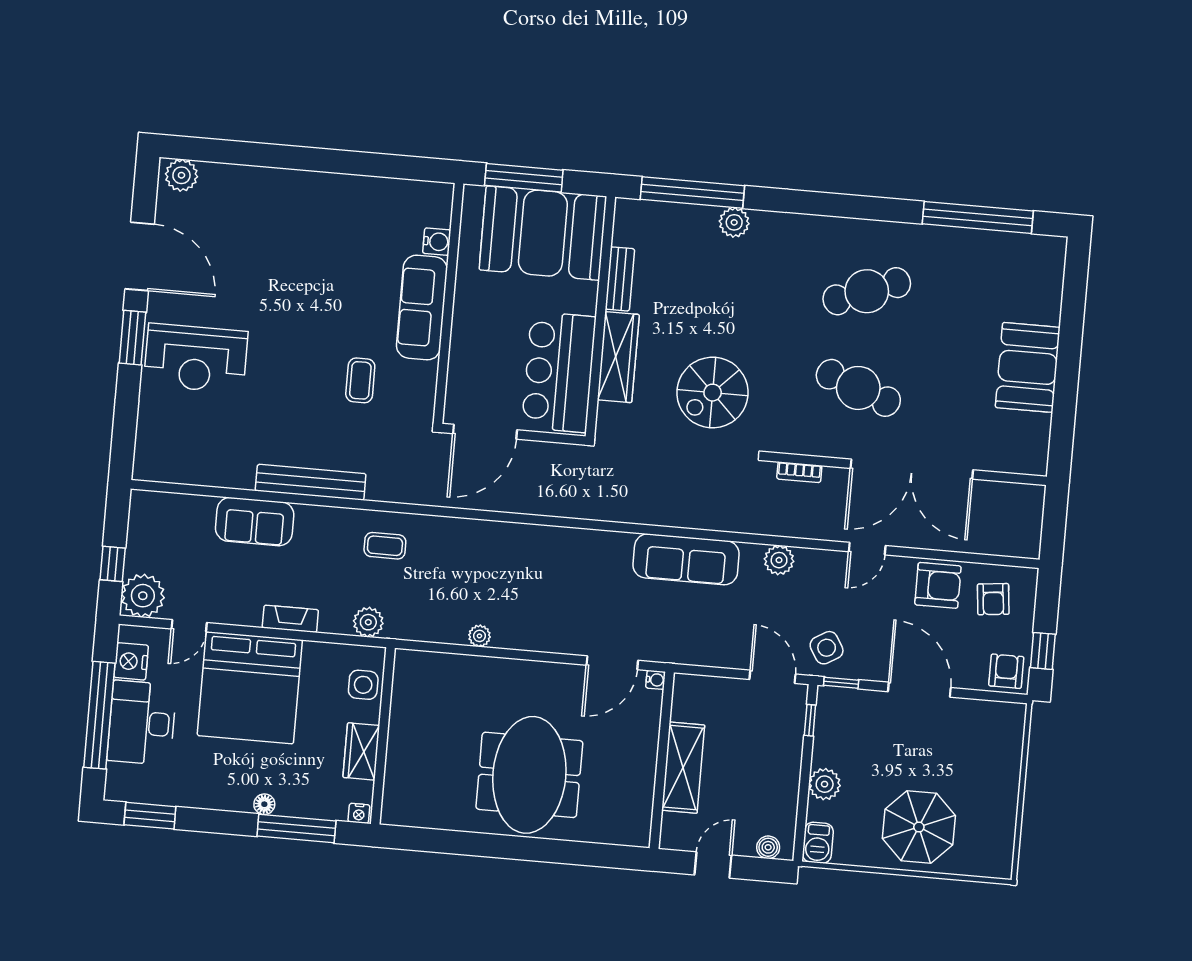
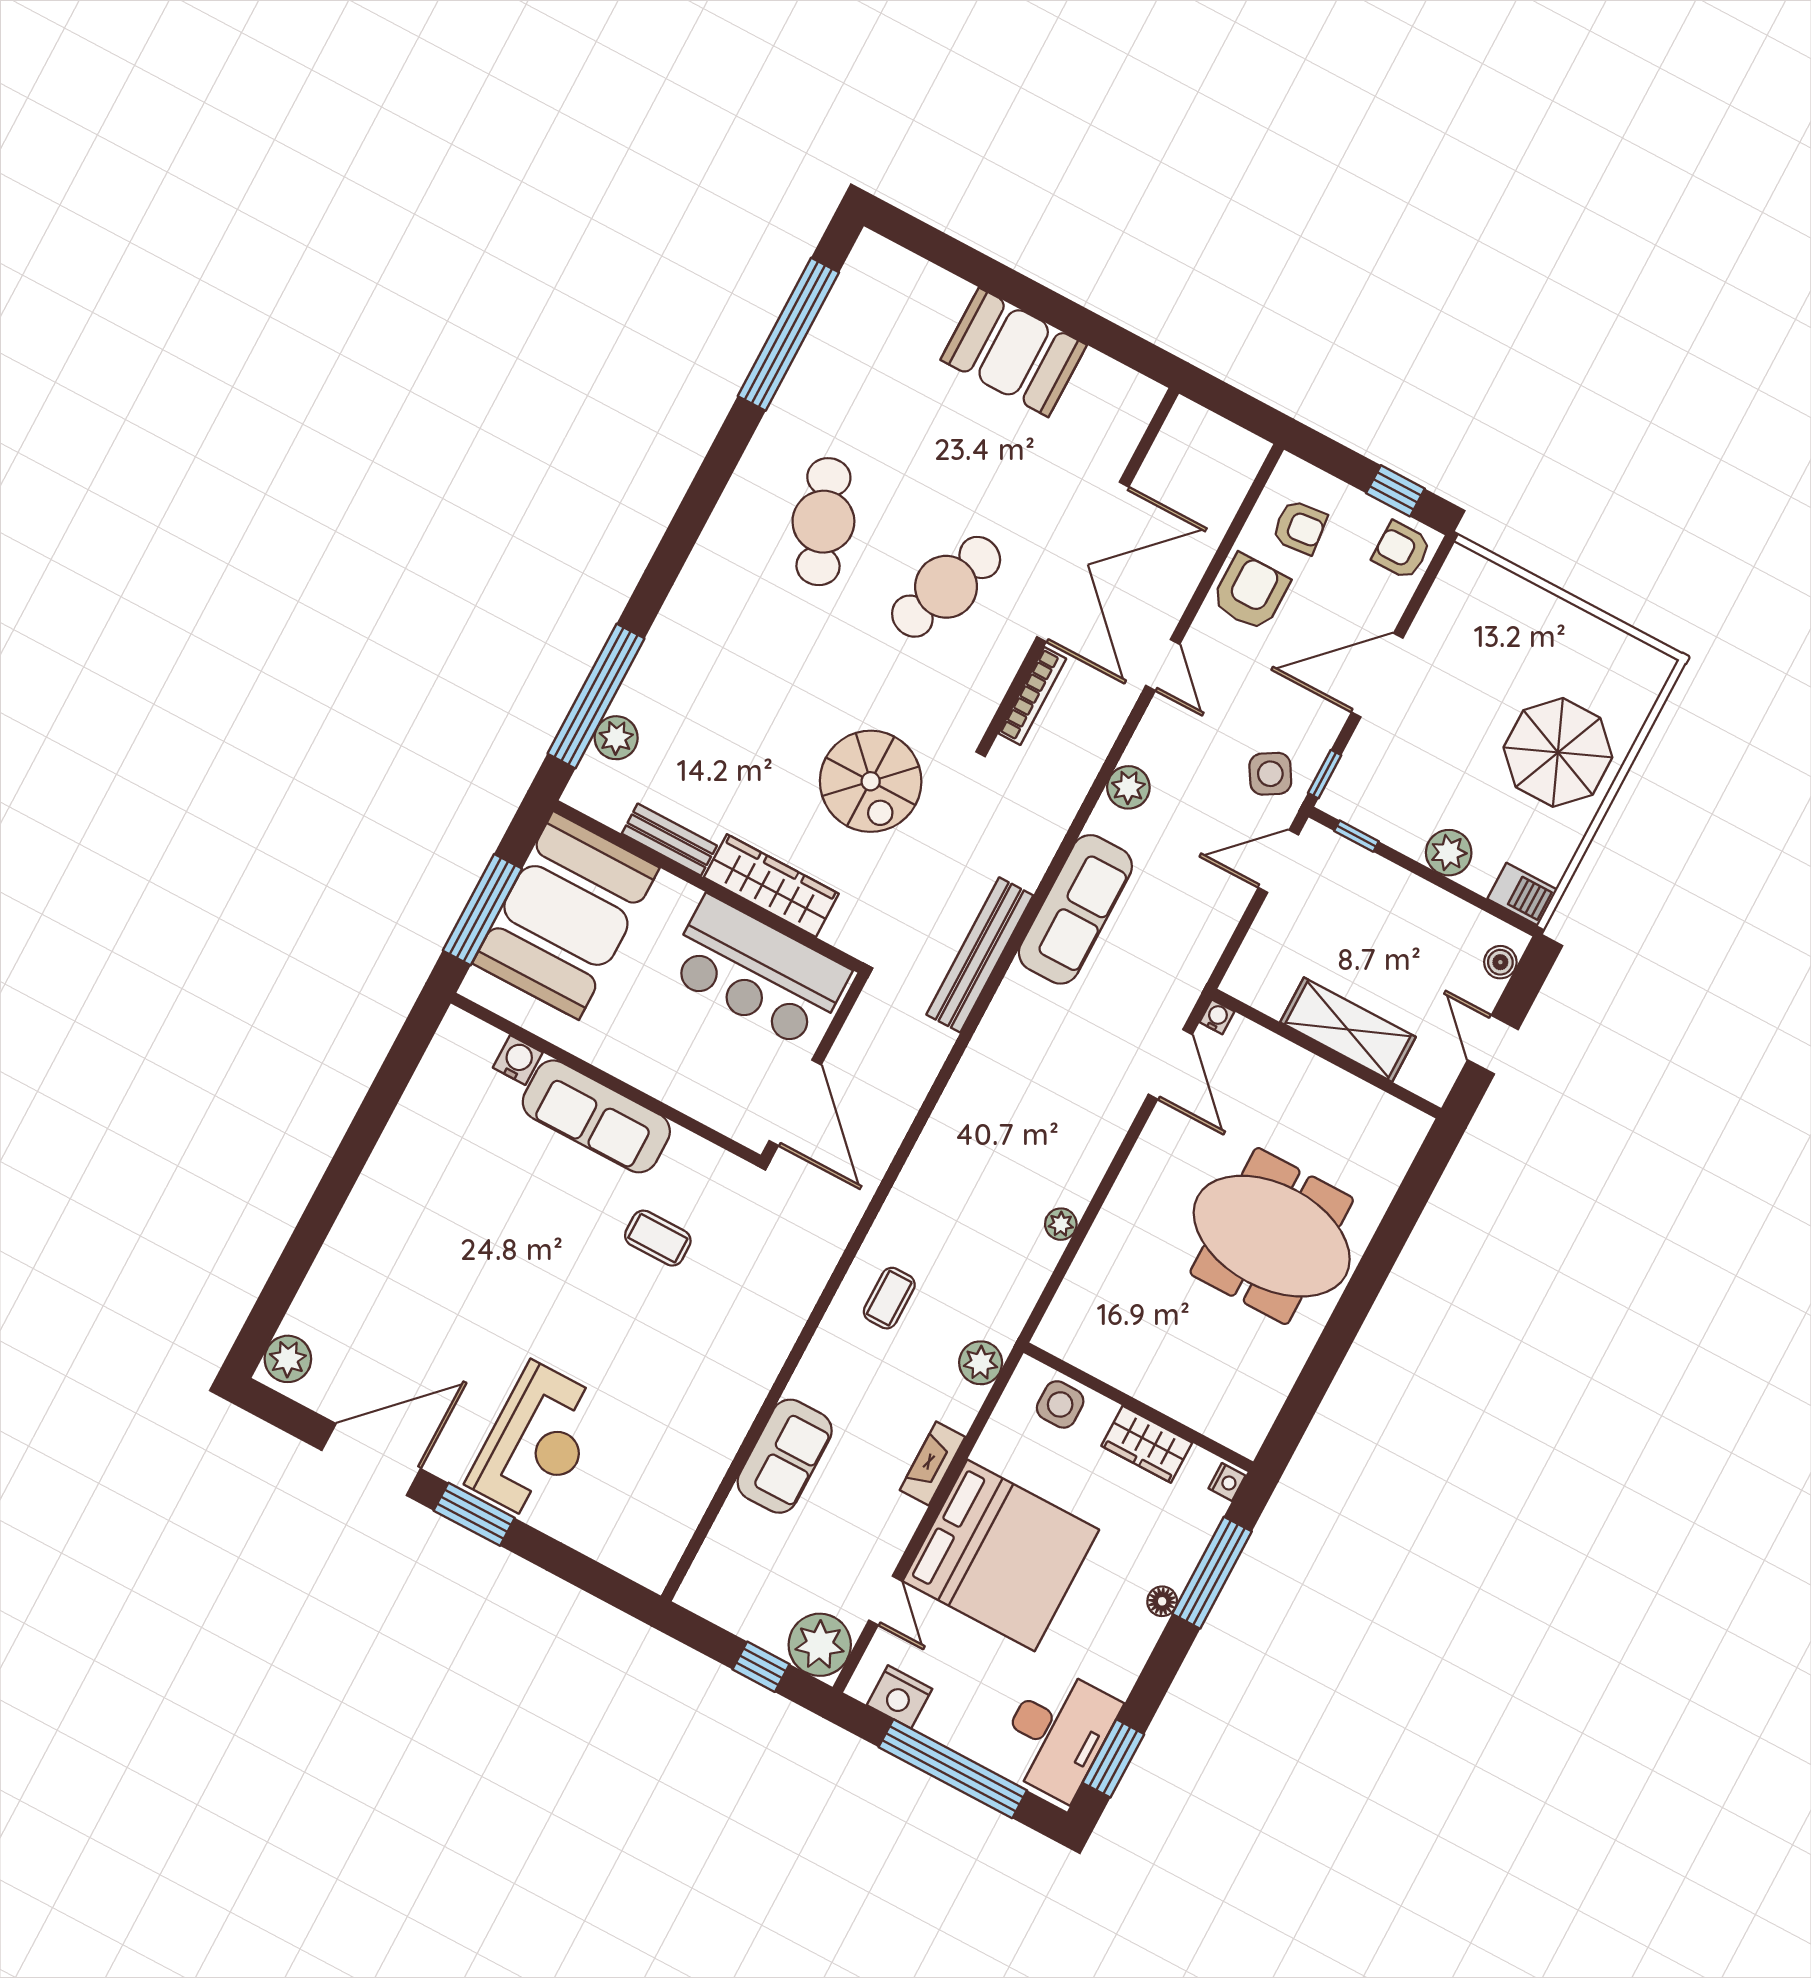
plant: (734, 222) -> (616, 738), moved
bookcase: (799, 472) -> (1032, 696), width x1.56
bench: (311, 482) -> (980, 955), moved
desk: (142, 723) -> (1057, 1733), moved, turned -90

